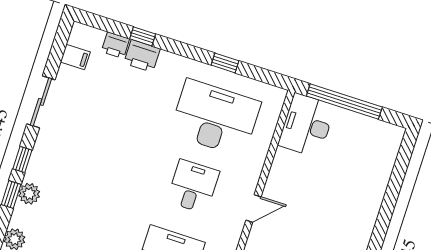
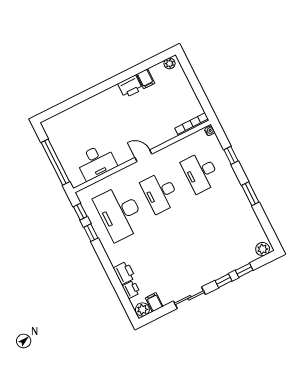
window: (143, 36) -> (80, 212), moved
desk: (307, 125) -> (96, 162), moved
desk: (193, 186) -> (160, 192), width x1.37
plant: (29, 194) -> (142, 309), moved

